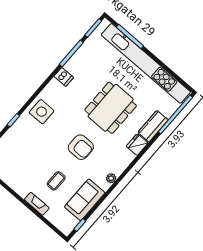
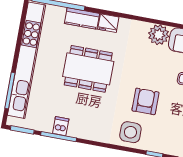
dishwasher: (64, 77) -> (61, 126), moved
armchair: (81, 147) -> (145, 101), moved
plant: (111, 178) -> (159, 35), width x1.87, depth x1.87

